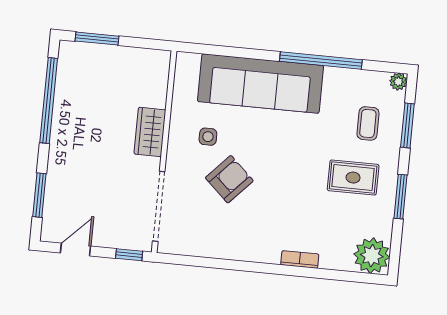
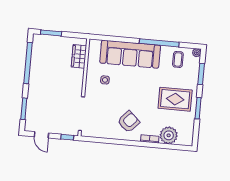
coffee table: (368, 123) -> (178, 59), moved
wardrobe: (150, 132) -> (79, 56), moved
rug: (353, 178) -> (175, 99), width x1.36, depth x1.43
armchair: (229, 179) -> (129, 122), moved
door: (75, 249) -> (41, 135), swing flipped
plant: (372, 256) -> (169, 135), moved

